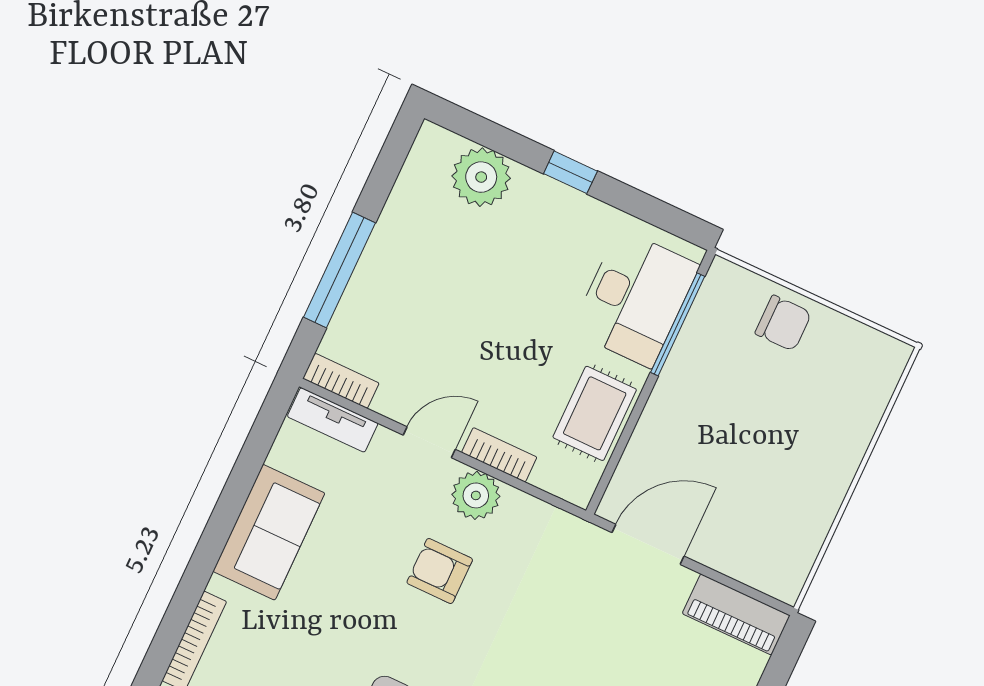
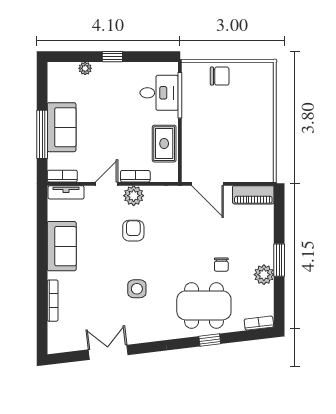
plant: (481, 177) -> (85, 68), width x0.53, depth x0.53
sofa: (389, 274) -> (62, 127), added
desk: (635, 298) -> (159, 93), width x0.73
door: (648, 544) -> (207, 184), swing flipped
armchair: (440, 571) -> (133, 231), turned 90

